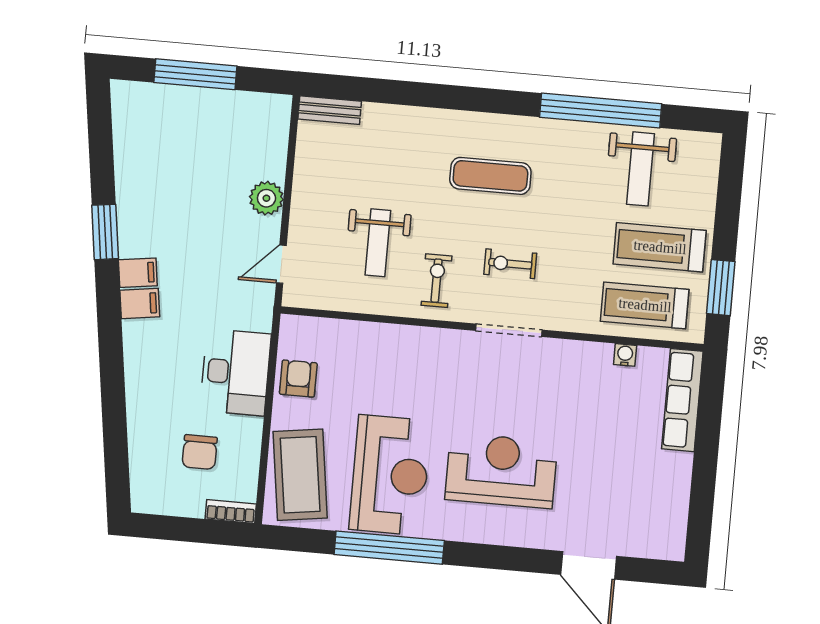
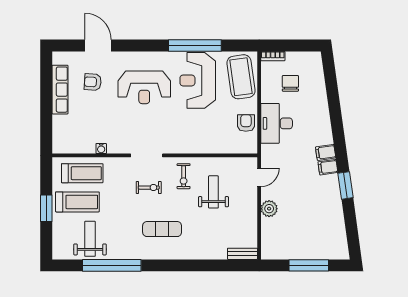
window: (721, 288) -> (46, 208), moved
water cooler: (625, 355) -> (101, 149), moved
armchair: (298, 379) -> (246, 123), turned 180
row of seats: (682, 400) -> (60, 90), moved
armchair: (606, 491) -> (93, 82), added

